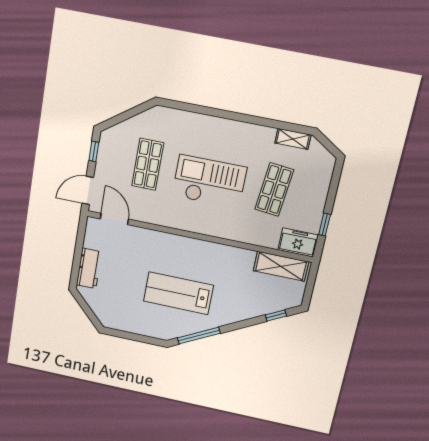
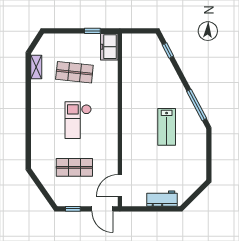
checkout: (209, 182) -> (78, 120), width x0.73, depth x0.83
shelving: (281, 266) -> (130, 55), removed
lab bench: (178, 293) -> (167, 127), width x0.73, depth x0.72

